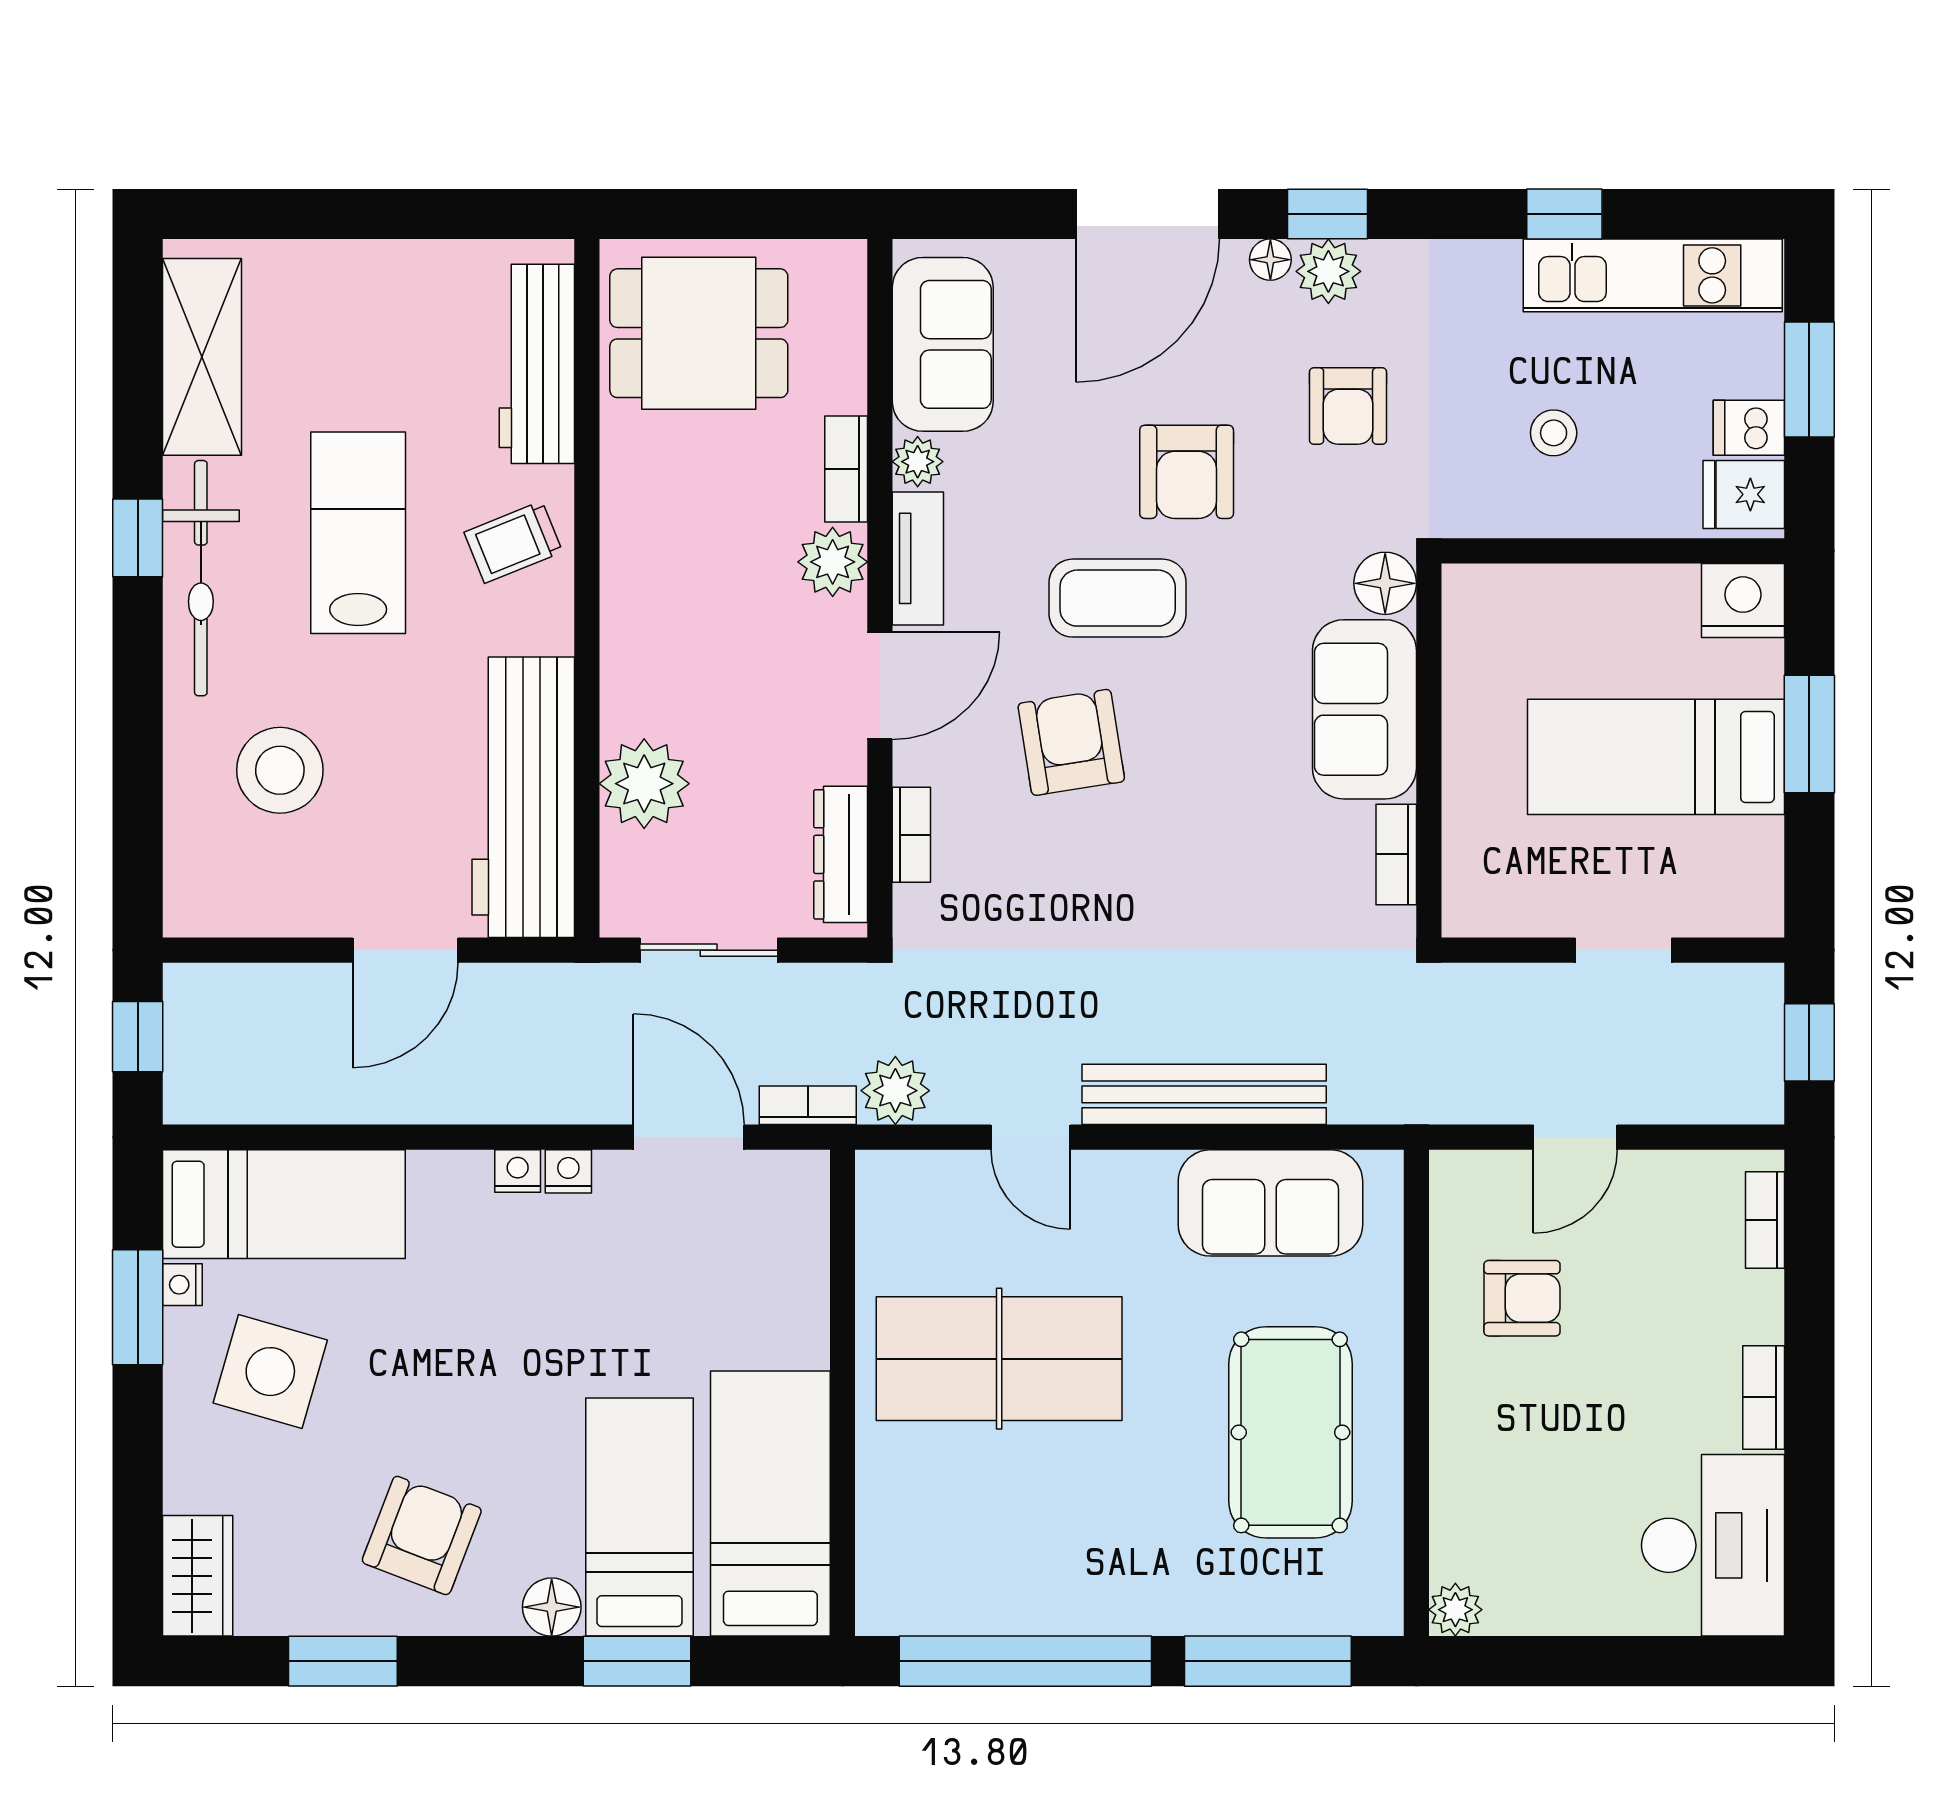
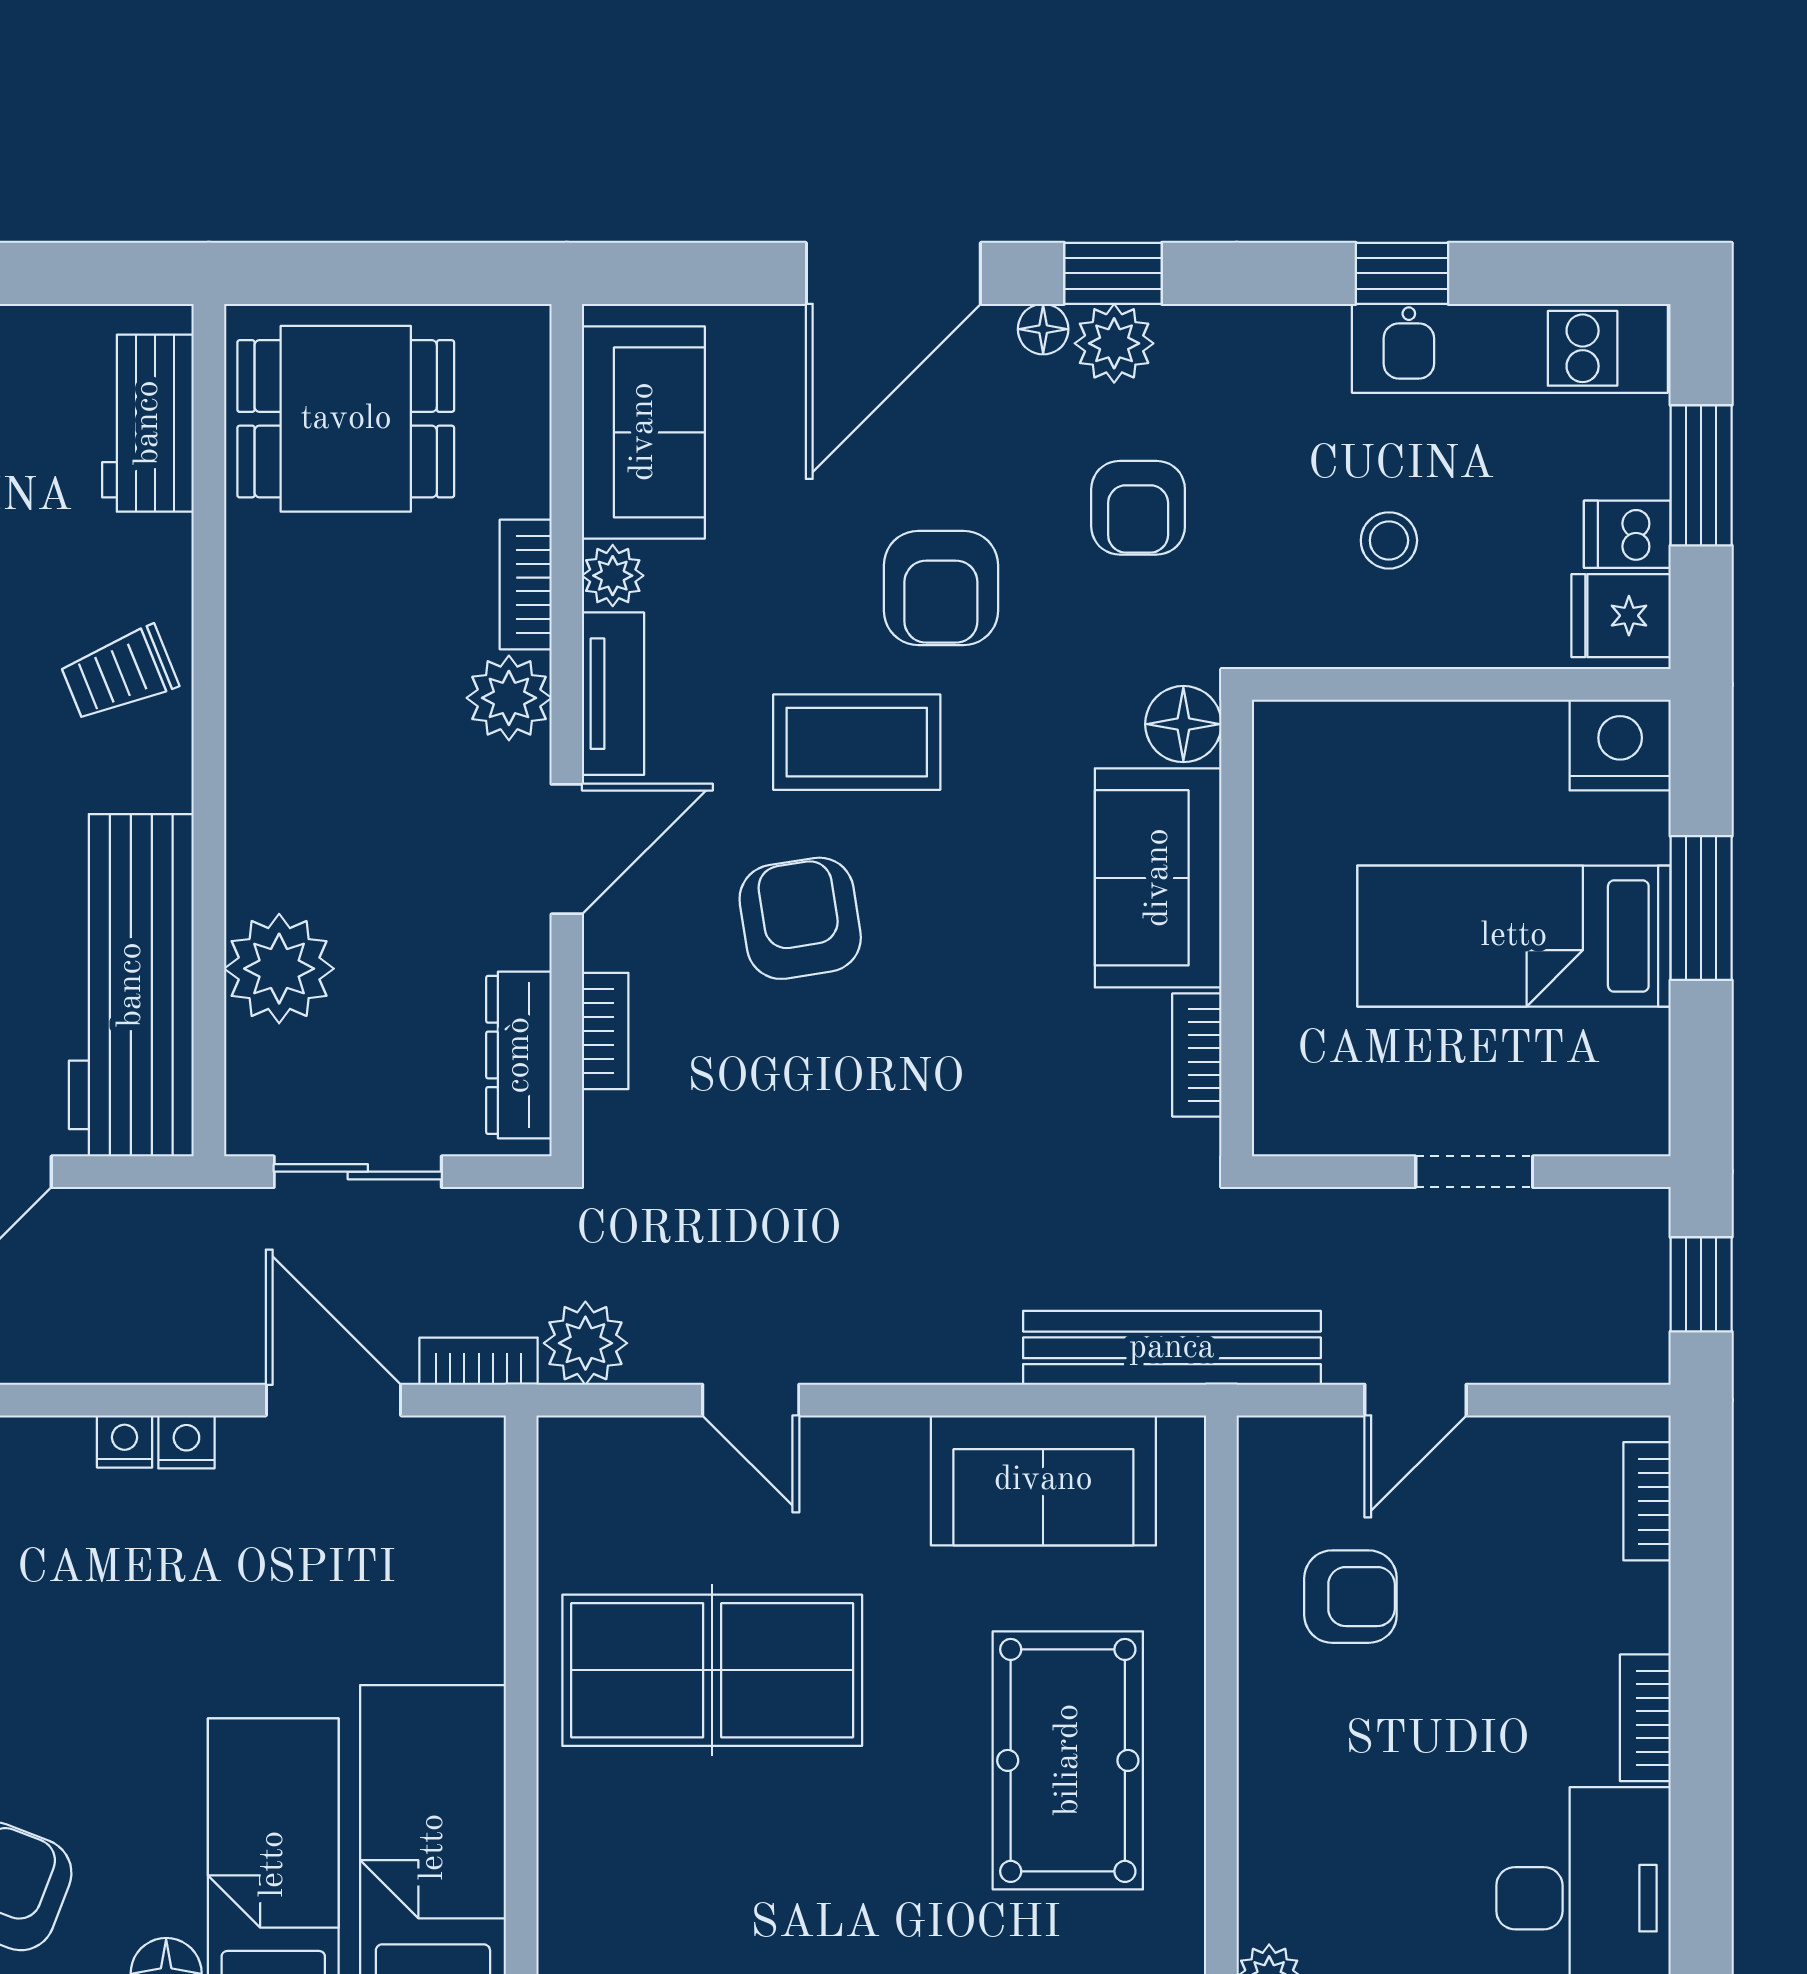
workbench: (537, 364) -> (148, 423), width x0.73
bench: (1204, 1094) -> (1172, 1348), moved

